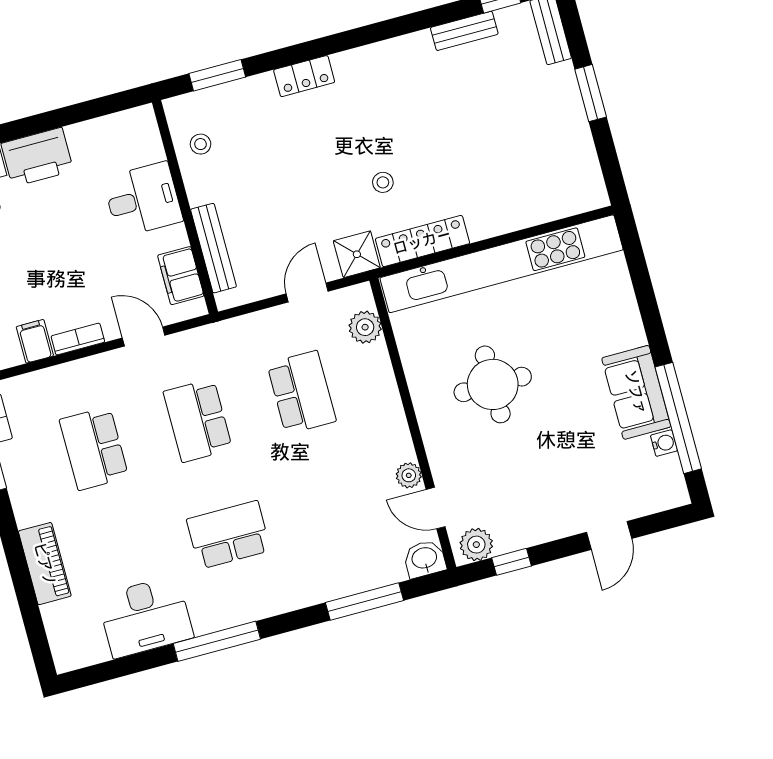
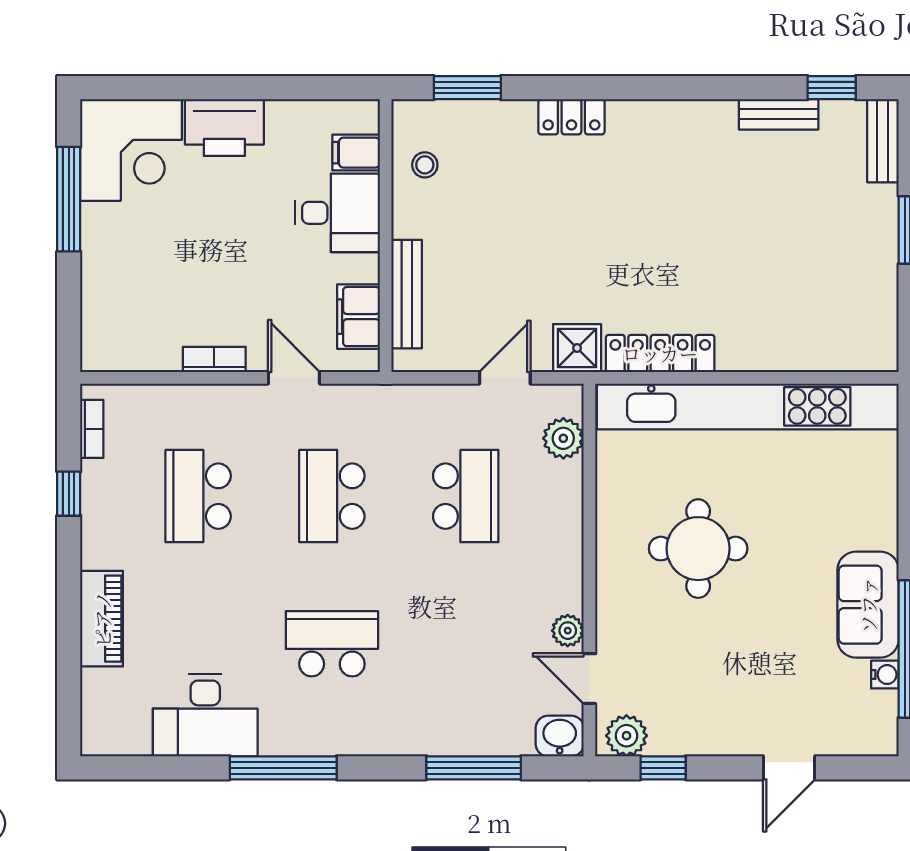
stool: (383, 182) -> (632, 270), removed
filing cabinet: (35, 341) -> (356, 153), moved, turned -90

